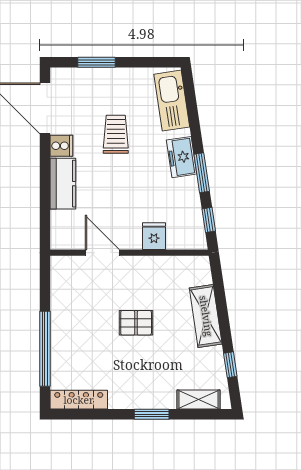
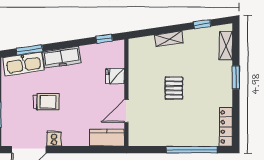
trolley: (116, 134) -> (46, 102), turned 180
freezer: (182, 157) -> (62, 57), width x1.40
window: (202, 173) -> (29, 50), moved
kitchen counter: (63, 184) -> (107, 138), moved
shelving: (206, 316) -> (169, 39), width x0.67, depth x0.75

